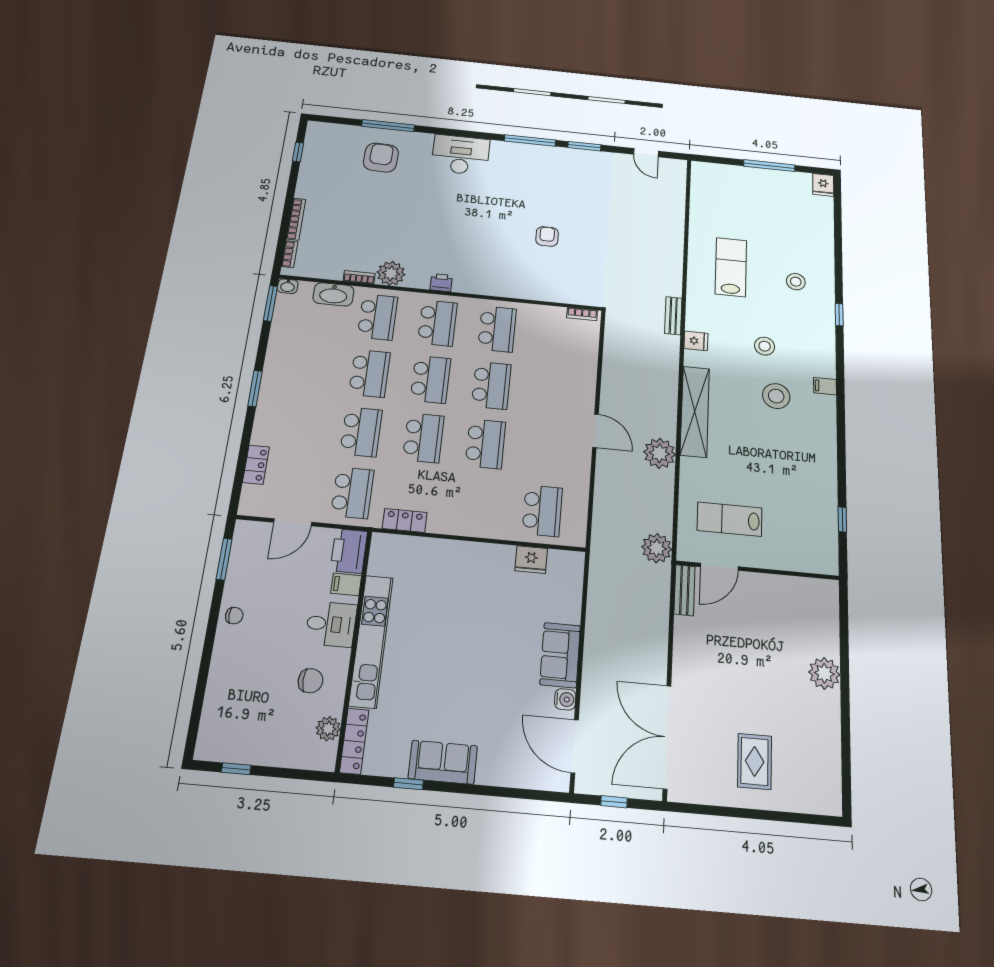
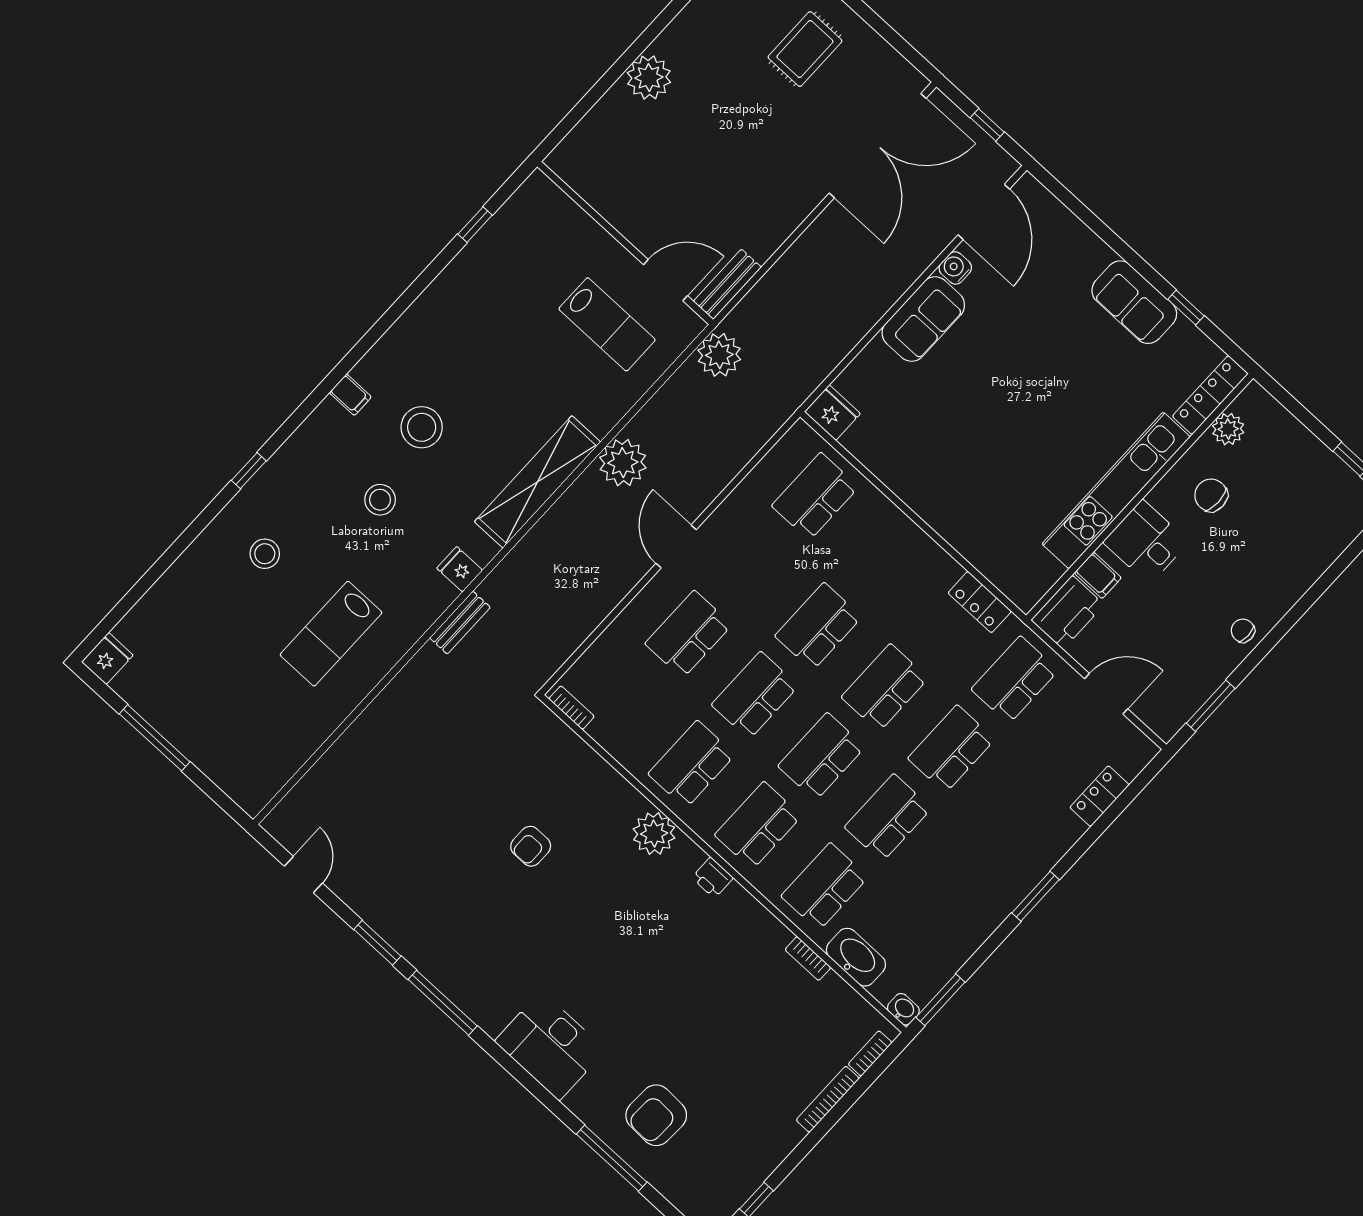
plant: (391, 273) -> (654, 834), moved
school desk: (552, 391) -> (688, 634), added
fridge: (531, 560) -> (832, 413), moved

